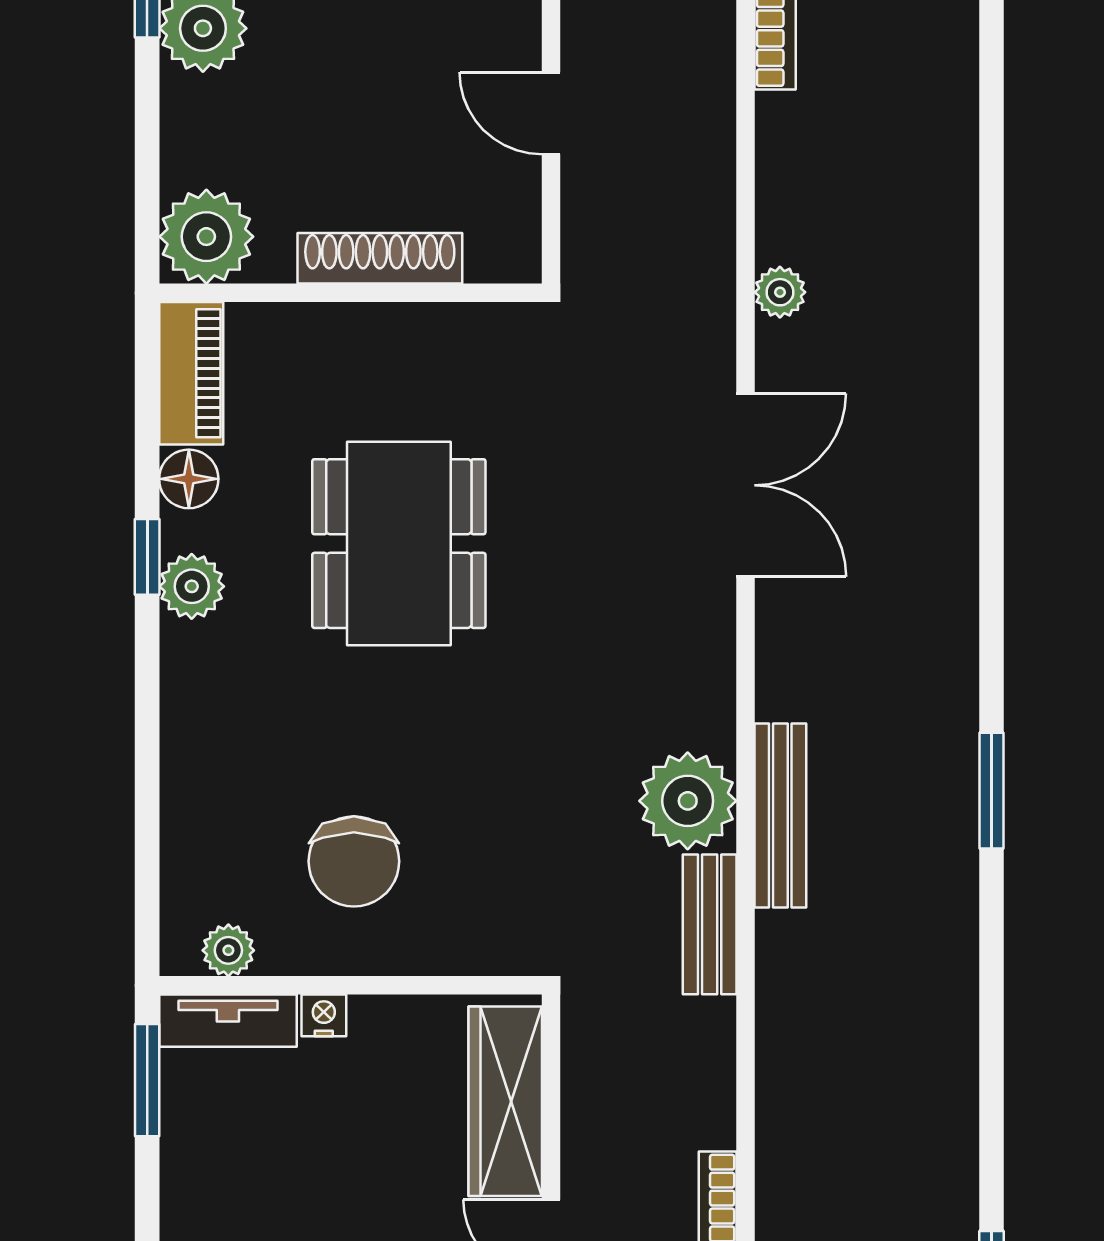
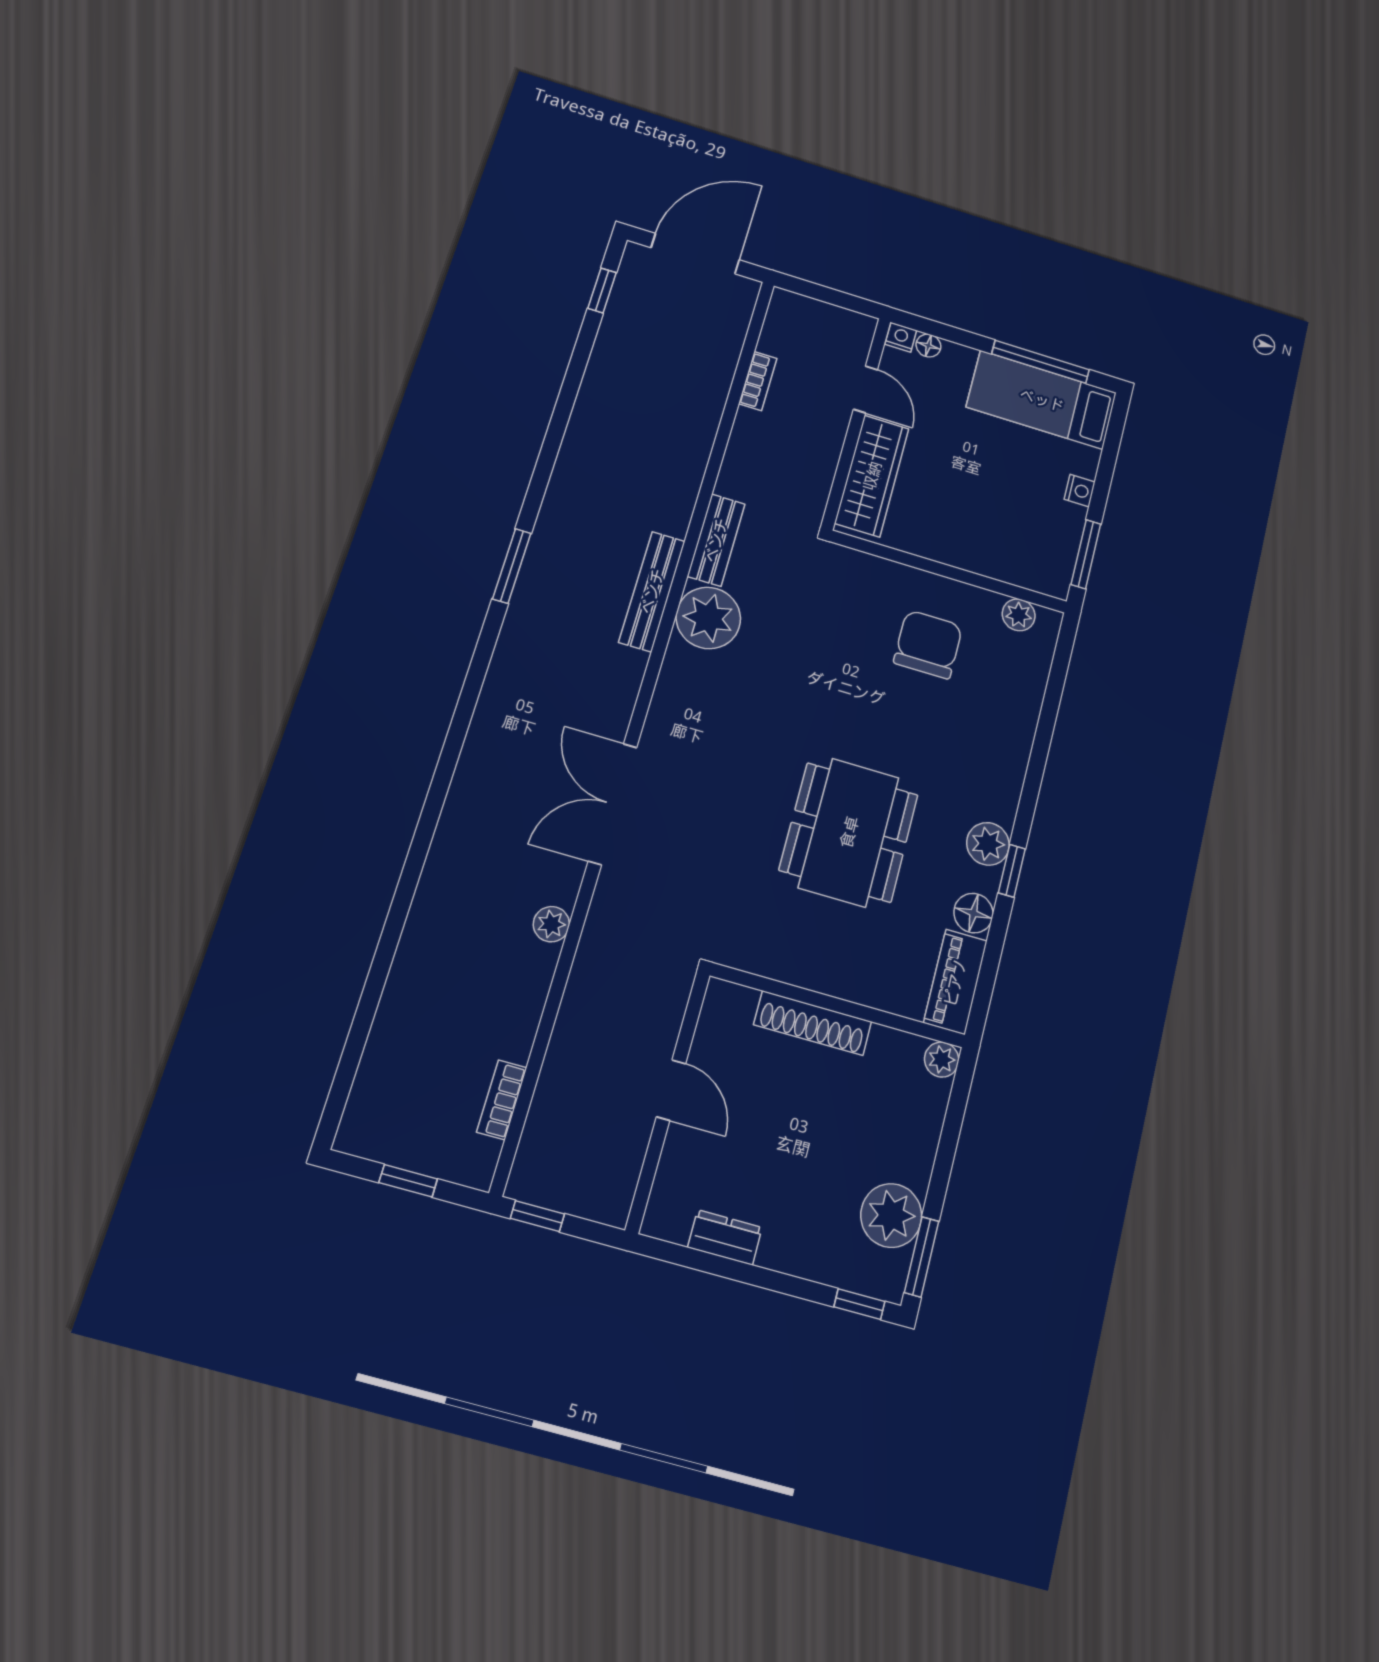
plant: (206, 237) -> (942, 1060), width x0.53, depth x0.53
nightstand: (324, 1015) -> (1080, 491), moved, turned -90
tv unit: (228, 1021) -> (1029, 574), removed

